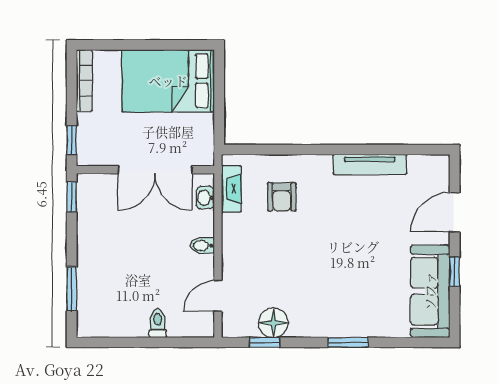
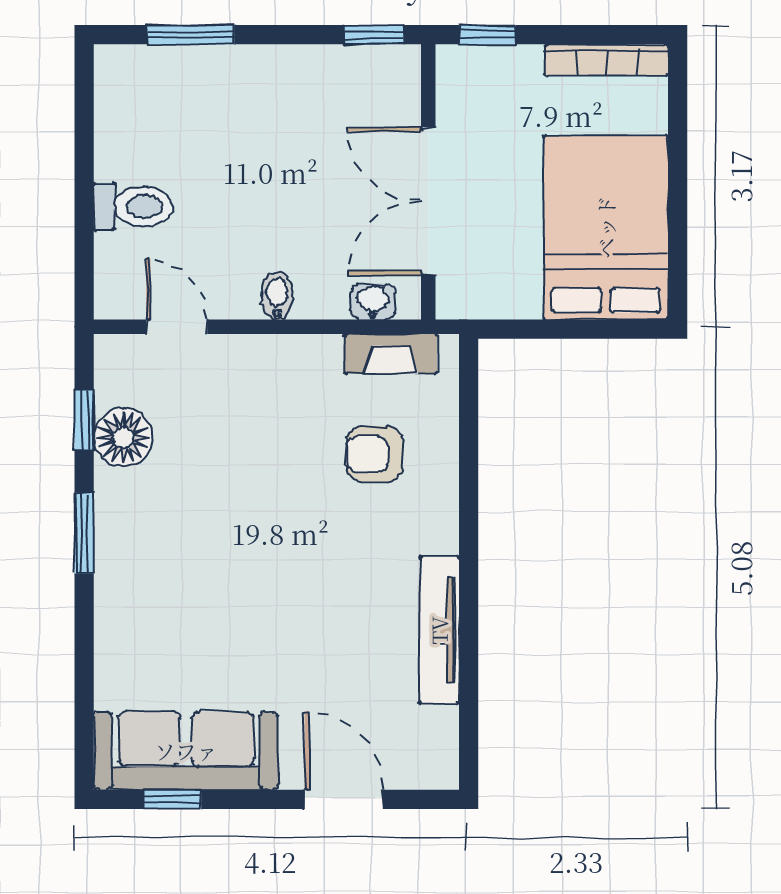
window: (455, 272) -> (172, 799), moved
toilet: (158, 323) -> (133, 206), width x1.37, depth x1.39
window: (348, 342) -> (84, 533), moved

